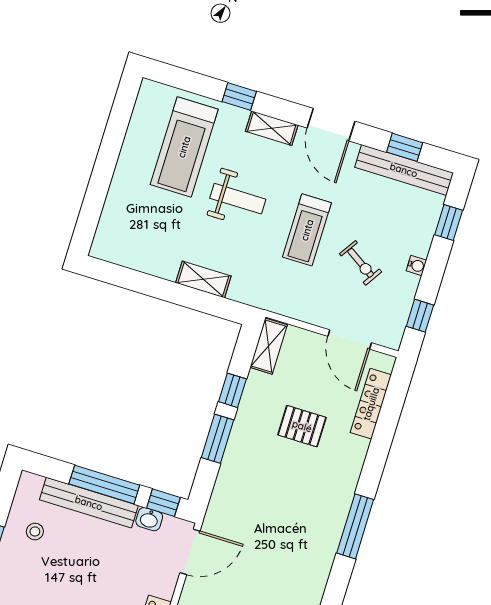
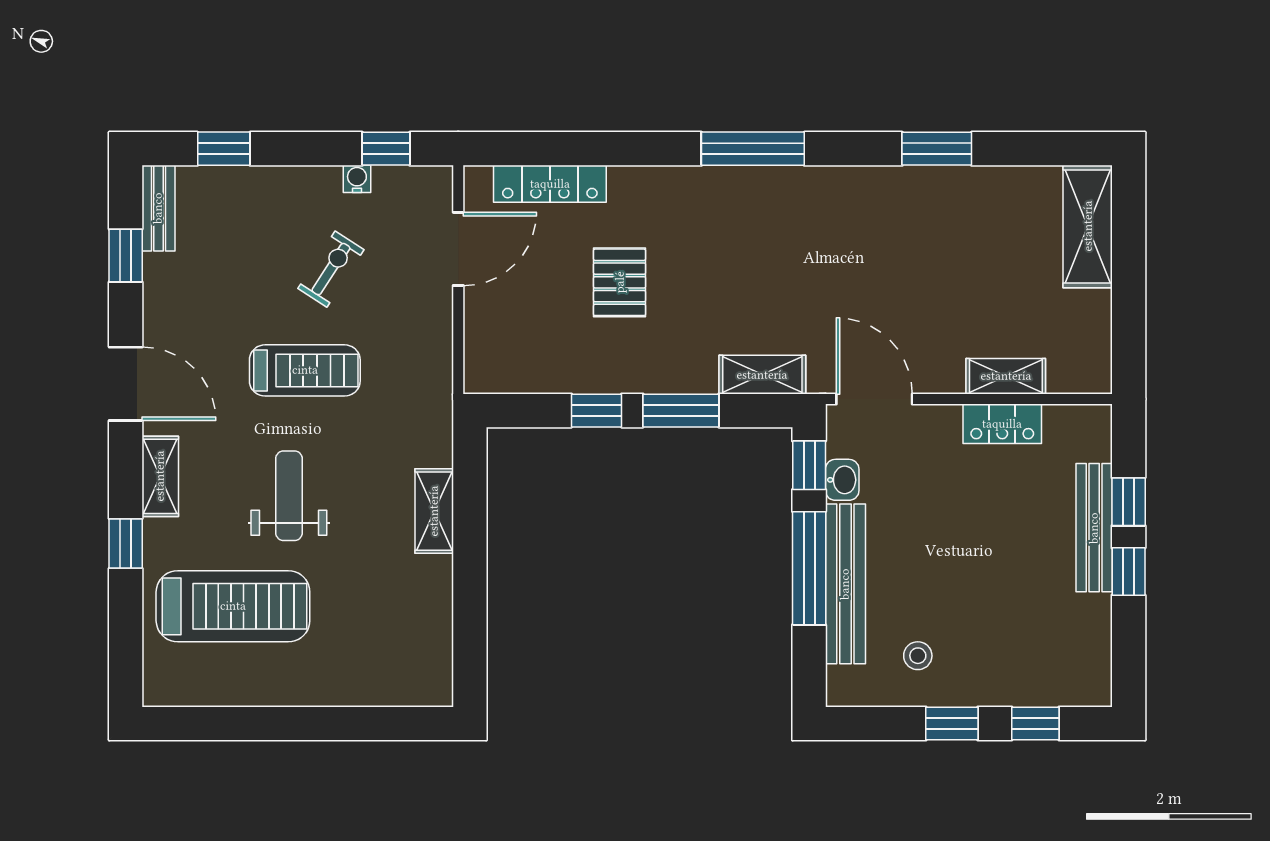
door: (331, 125) -> (126, 384), hinge flipped
bench: (404, 170) -> (158, 208), width x0.54, depth x0.82
water cooler: (416, 265) -> (357, 179), moved
shelving: (269, 346) -> (762, 375), moved

